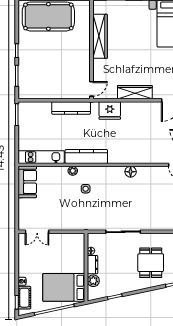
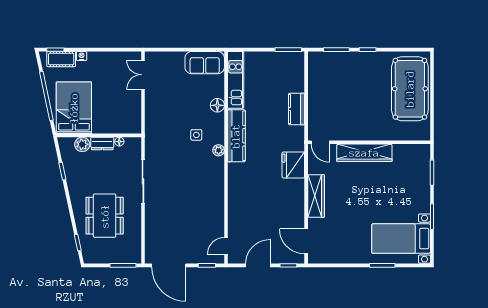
wardrobe: (100, 36) -> (364, 153), moved
kitchen counter: (71, 108) -> (296, 109), width x0.67
plant: (73, 171) -> (219, 150), moved
floor lamp: (131, 172) -> (217, 105), moved
dining table: (151, 263) -> (105, 216), width x1.37

